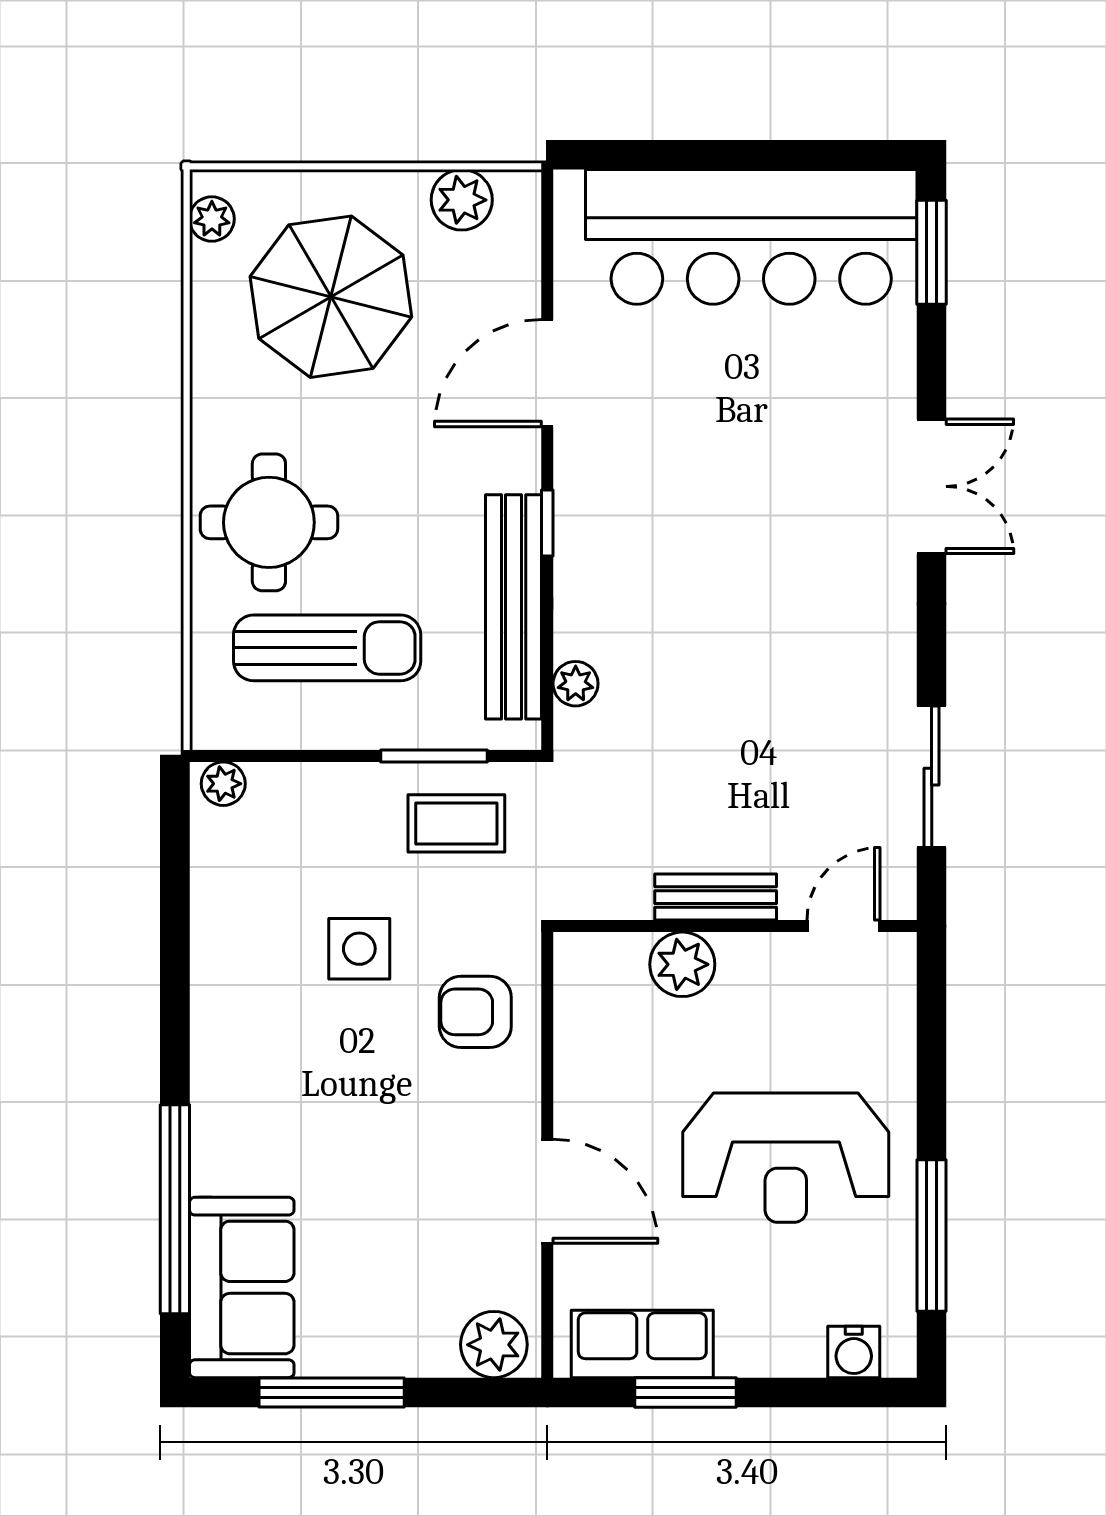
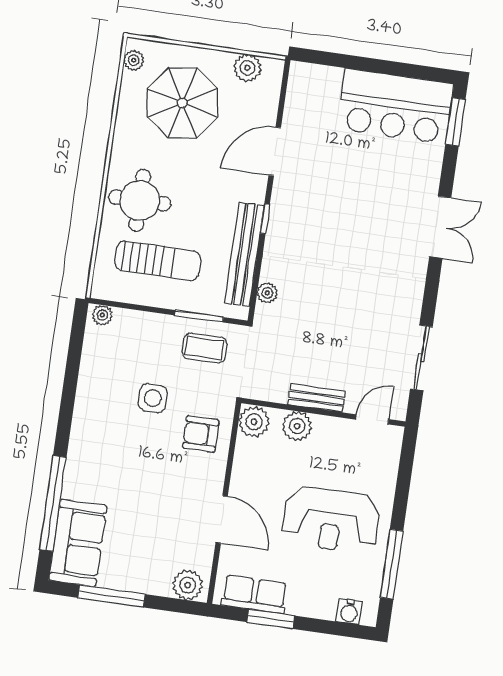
bar counter: (751, 237) -> (395, 106), width x0.73
plant: (587, 969) -> (254, 422), added

